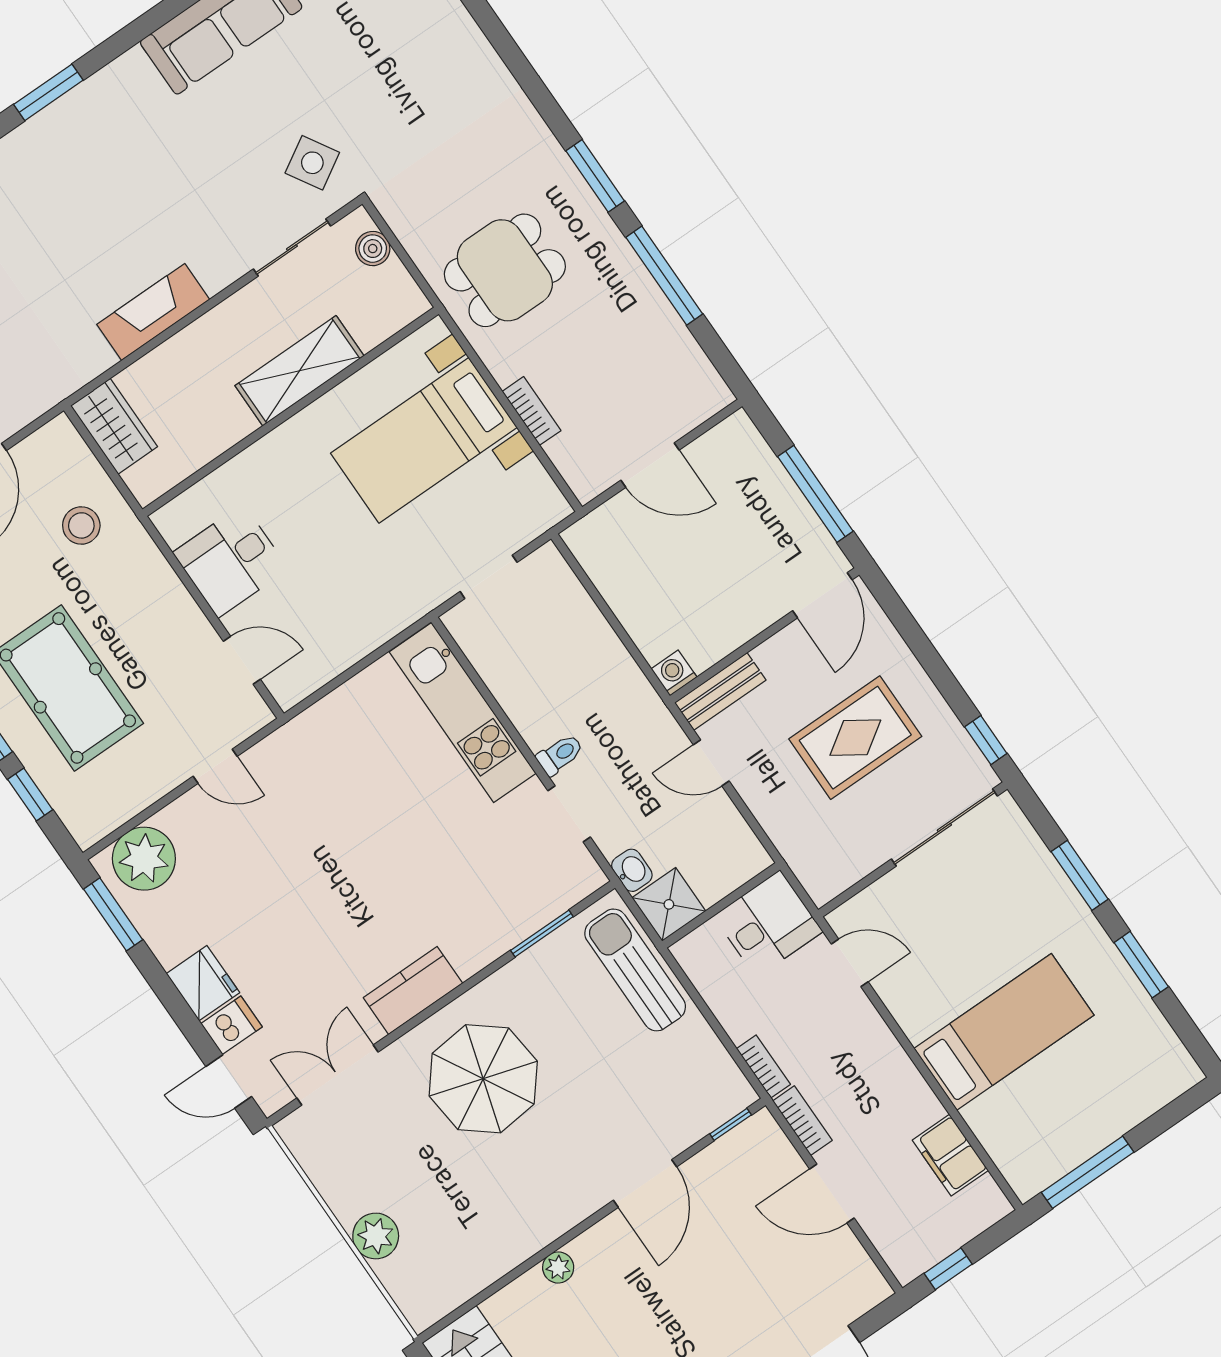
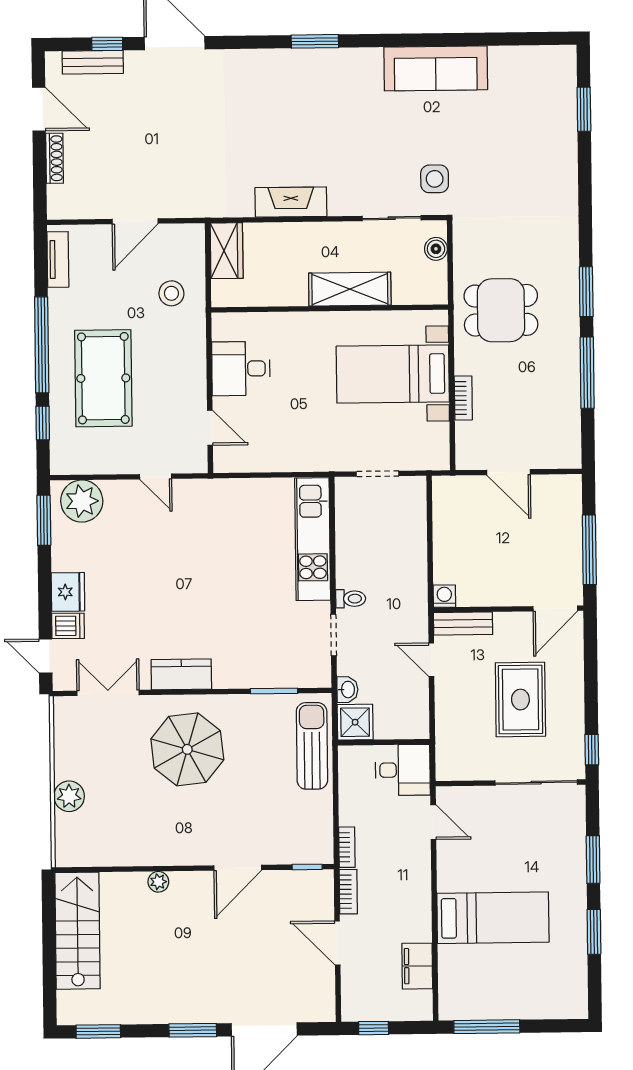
side table: (312, 163) -> (435, 179), turned 31
rug: (855, 738) -> (520, 700), turned 90

